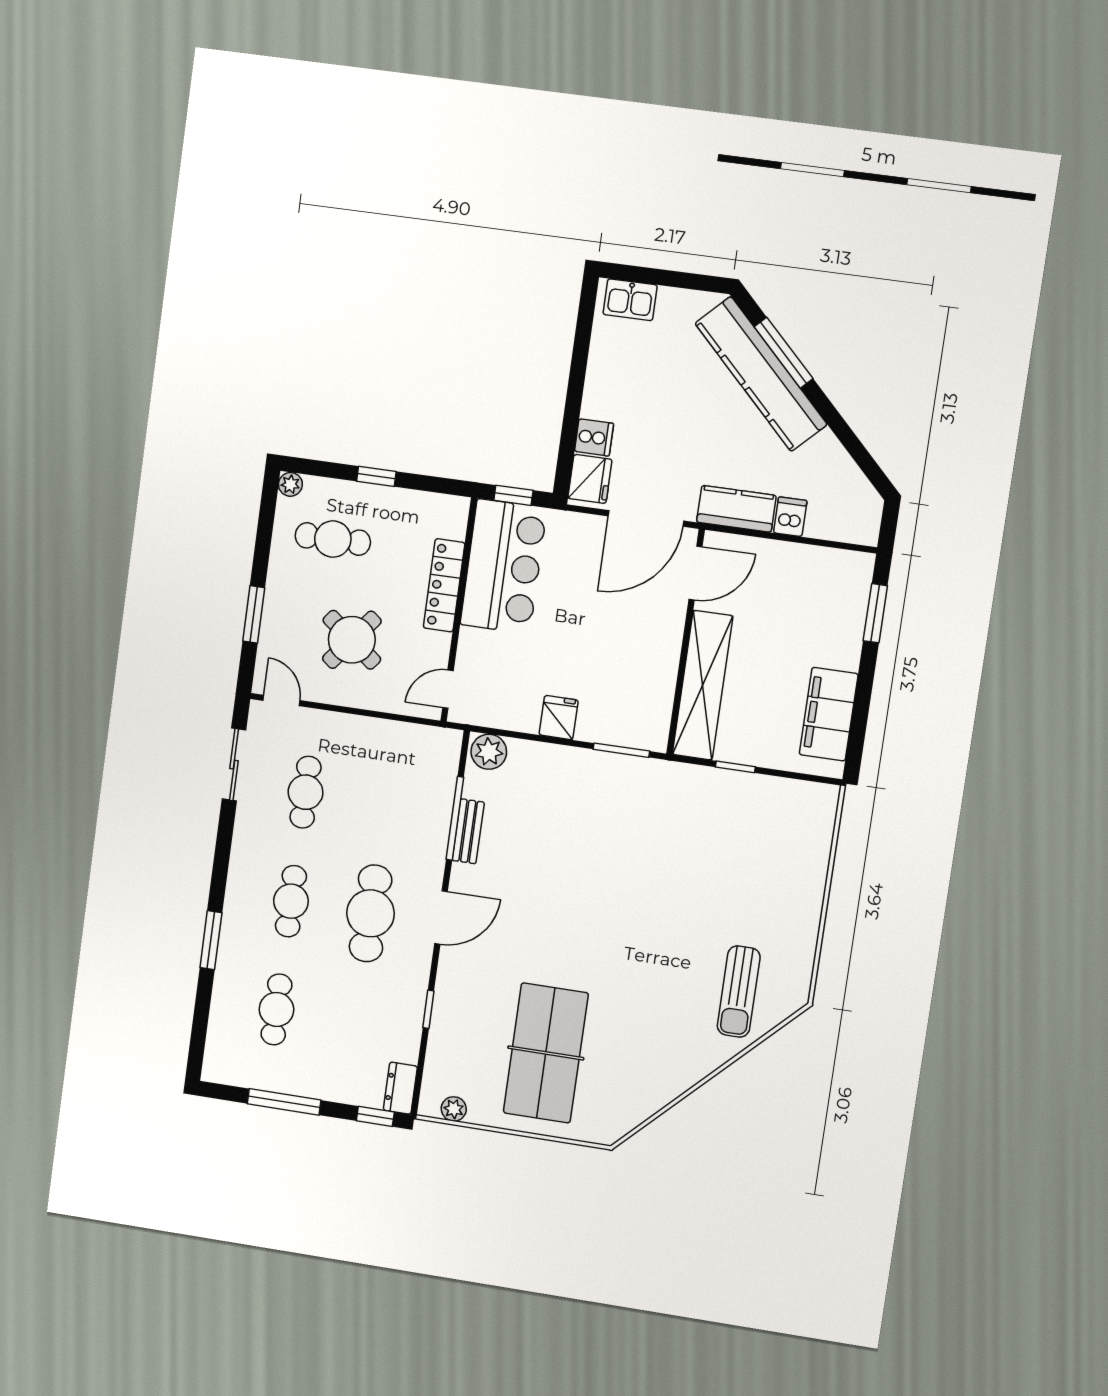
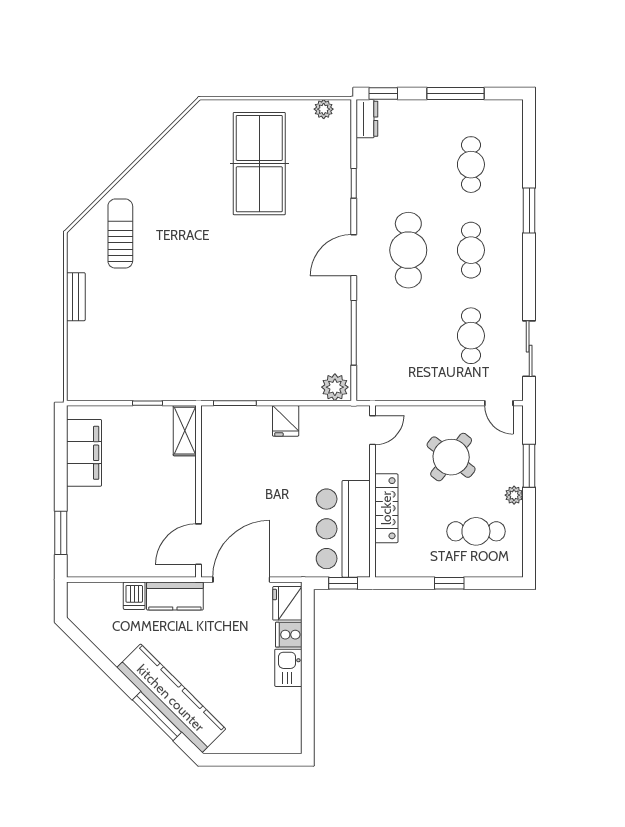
kitchen sink: (630, 300) -> (288, 668), moved, turned -90
plant: (290, 484) -> (514, 495), moved
shelving: (703, 685) -> (185, 431), width x0.45, depth x0.75
bench: (468, 831) -> (76, 297), moved

